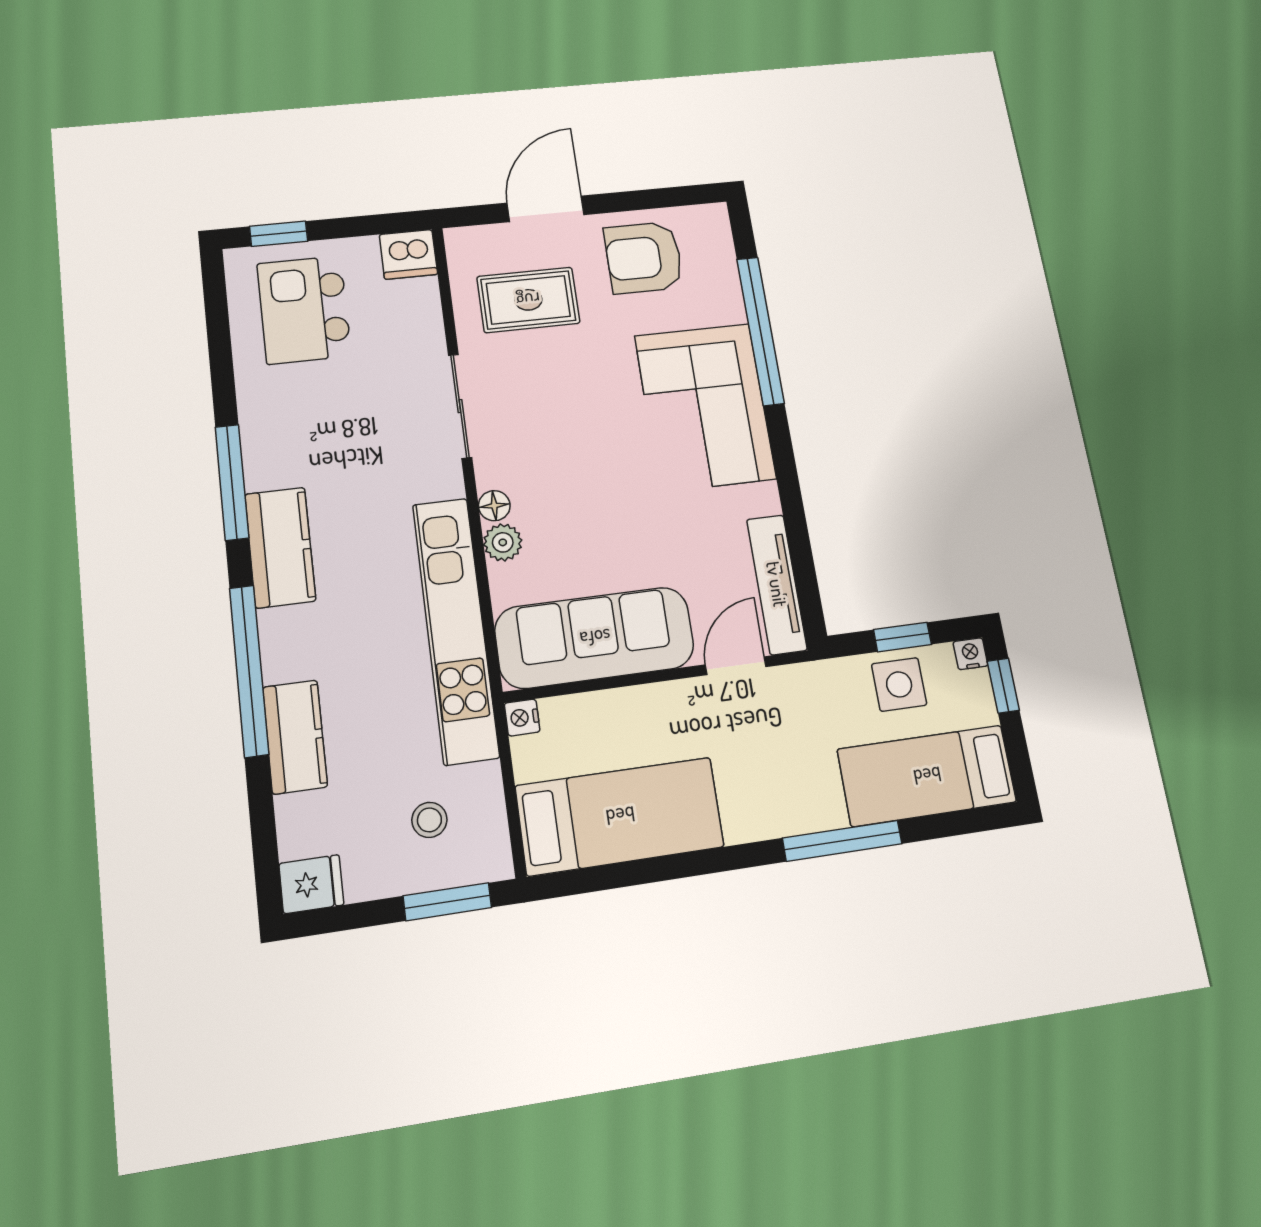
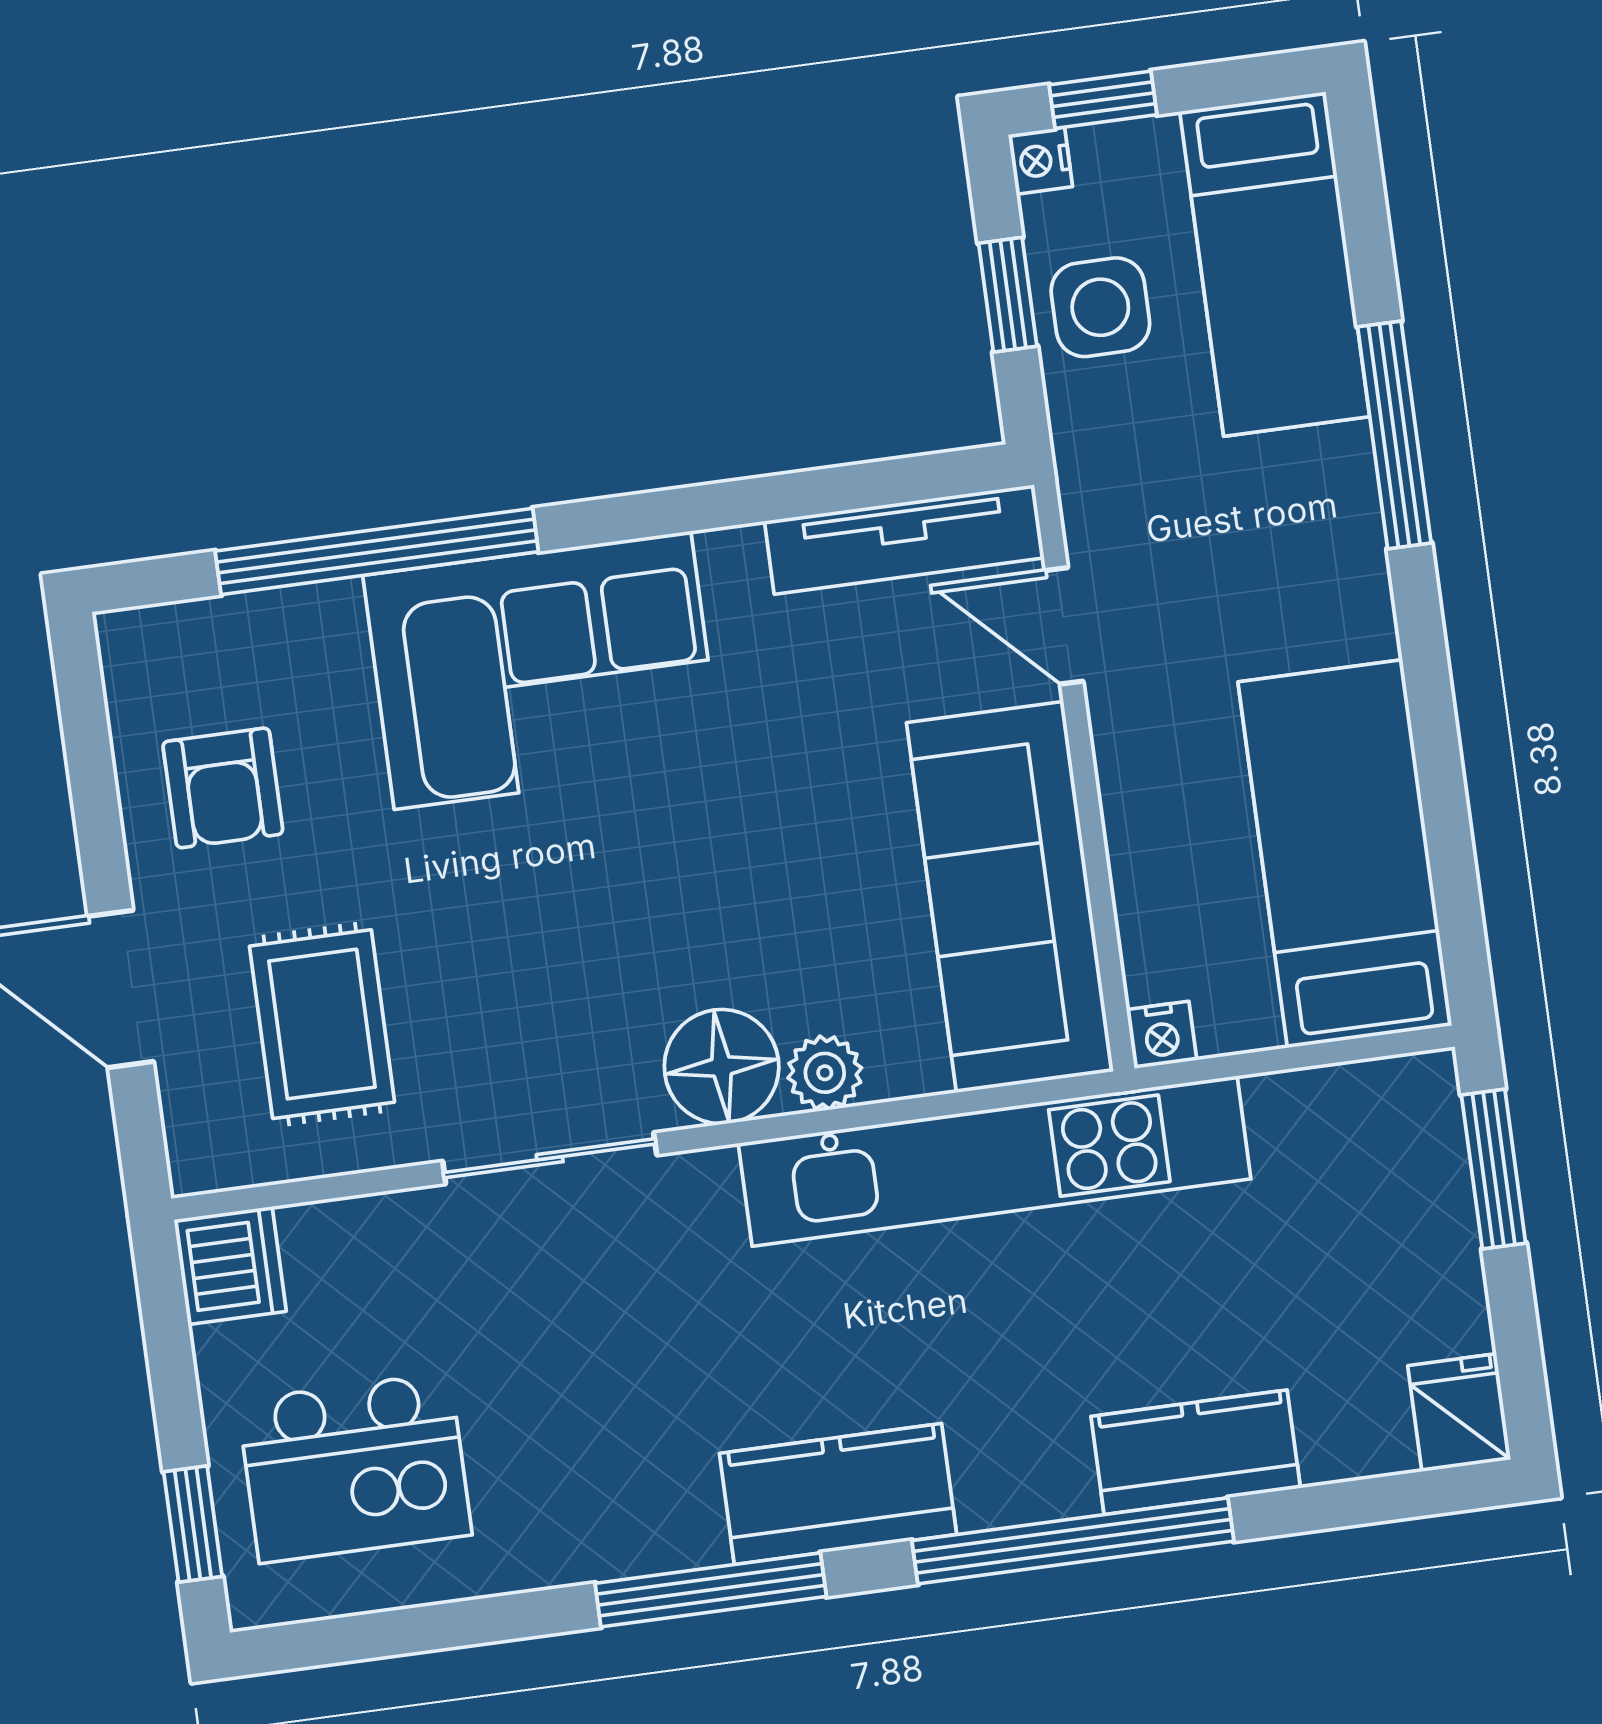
armchair: (644, 258) -> (223, 788), width x0.72, depth x0.72
floor lamp: (494, 506) -> (722, 1067), width x1.89, depth x1.89
stool: (429, 820) -> (1348, 1204), removed

